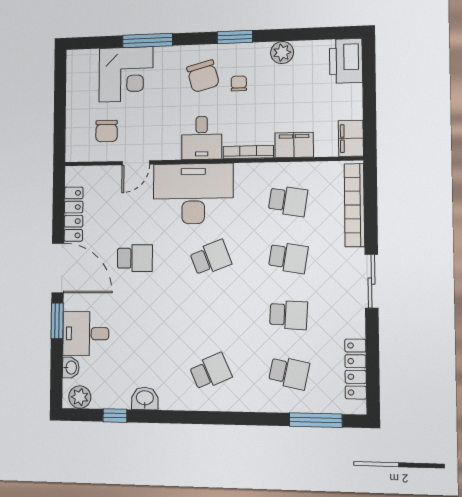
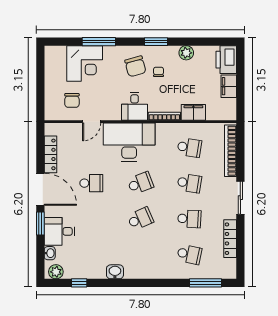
filing cabinet: (351, 138) -> (229, 86), moved
locker: (356, 369) -> (230, 239), moved
school desk: (211, 372) -> (140, 219), moved
washbasin: (145, 398) -> (115, 272), moved

